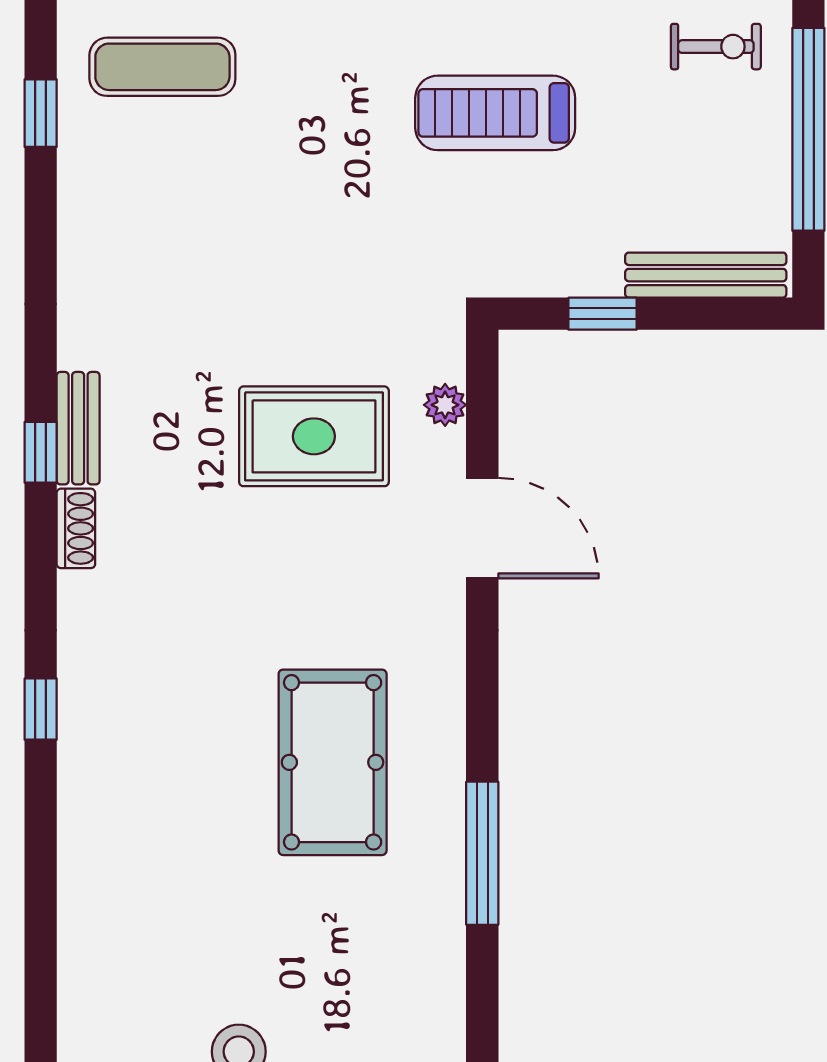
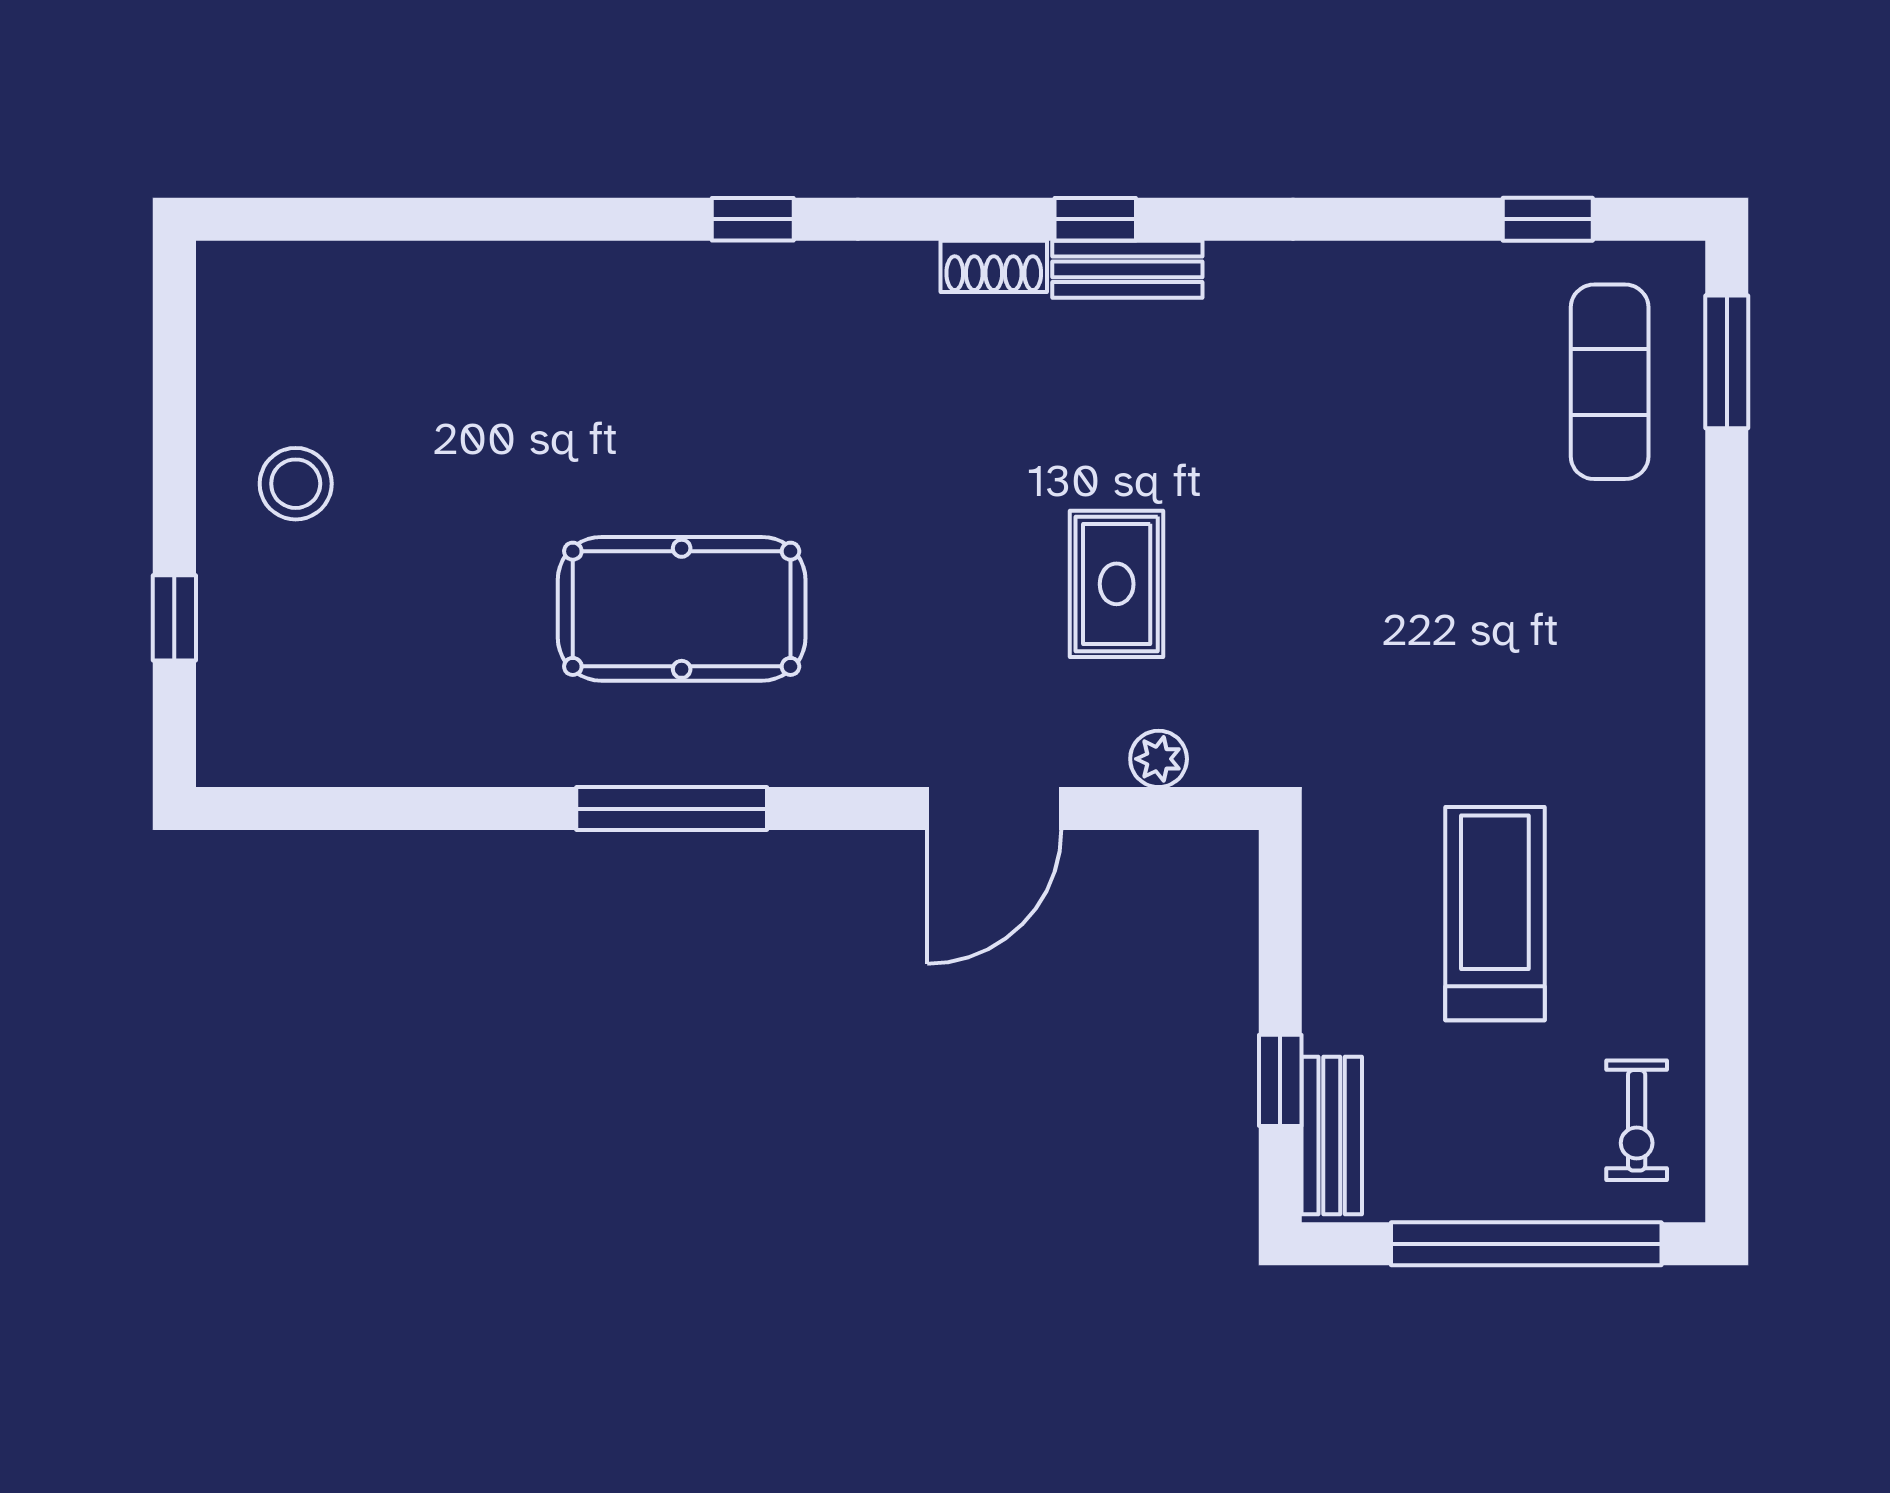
treadmill: (495, 113) -> (1495, 914), moved
bench: (706, 275) -> (1332, 1135), width x0.73
window: (602, 314) -> (1280, 1080), moved
rug: (314, 436) -> (1117, 584), width x0.73, depth x0.70
window: (482, 853) -> (672, 809), moved

